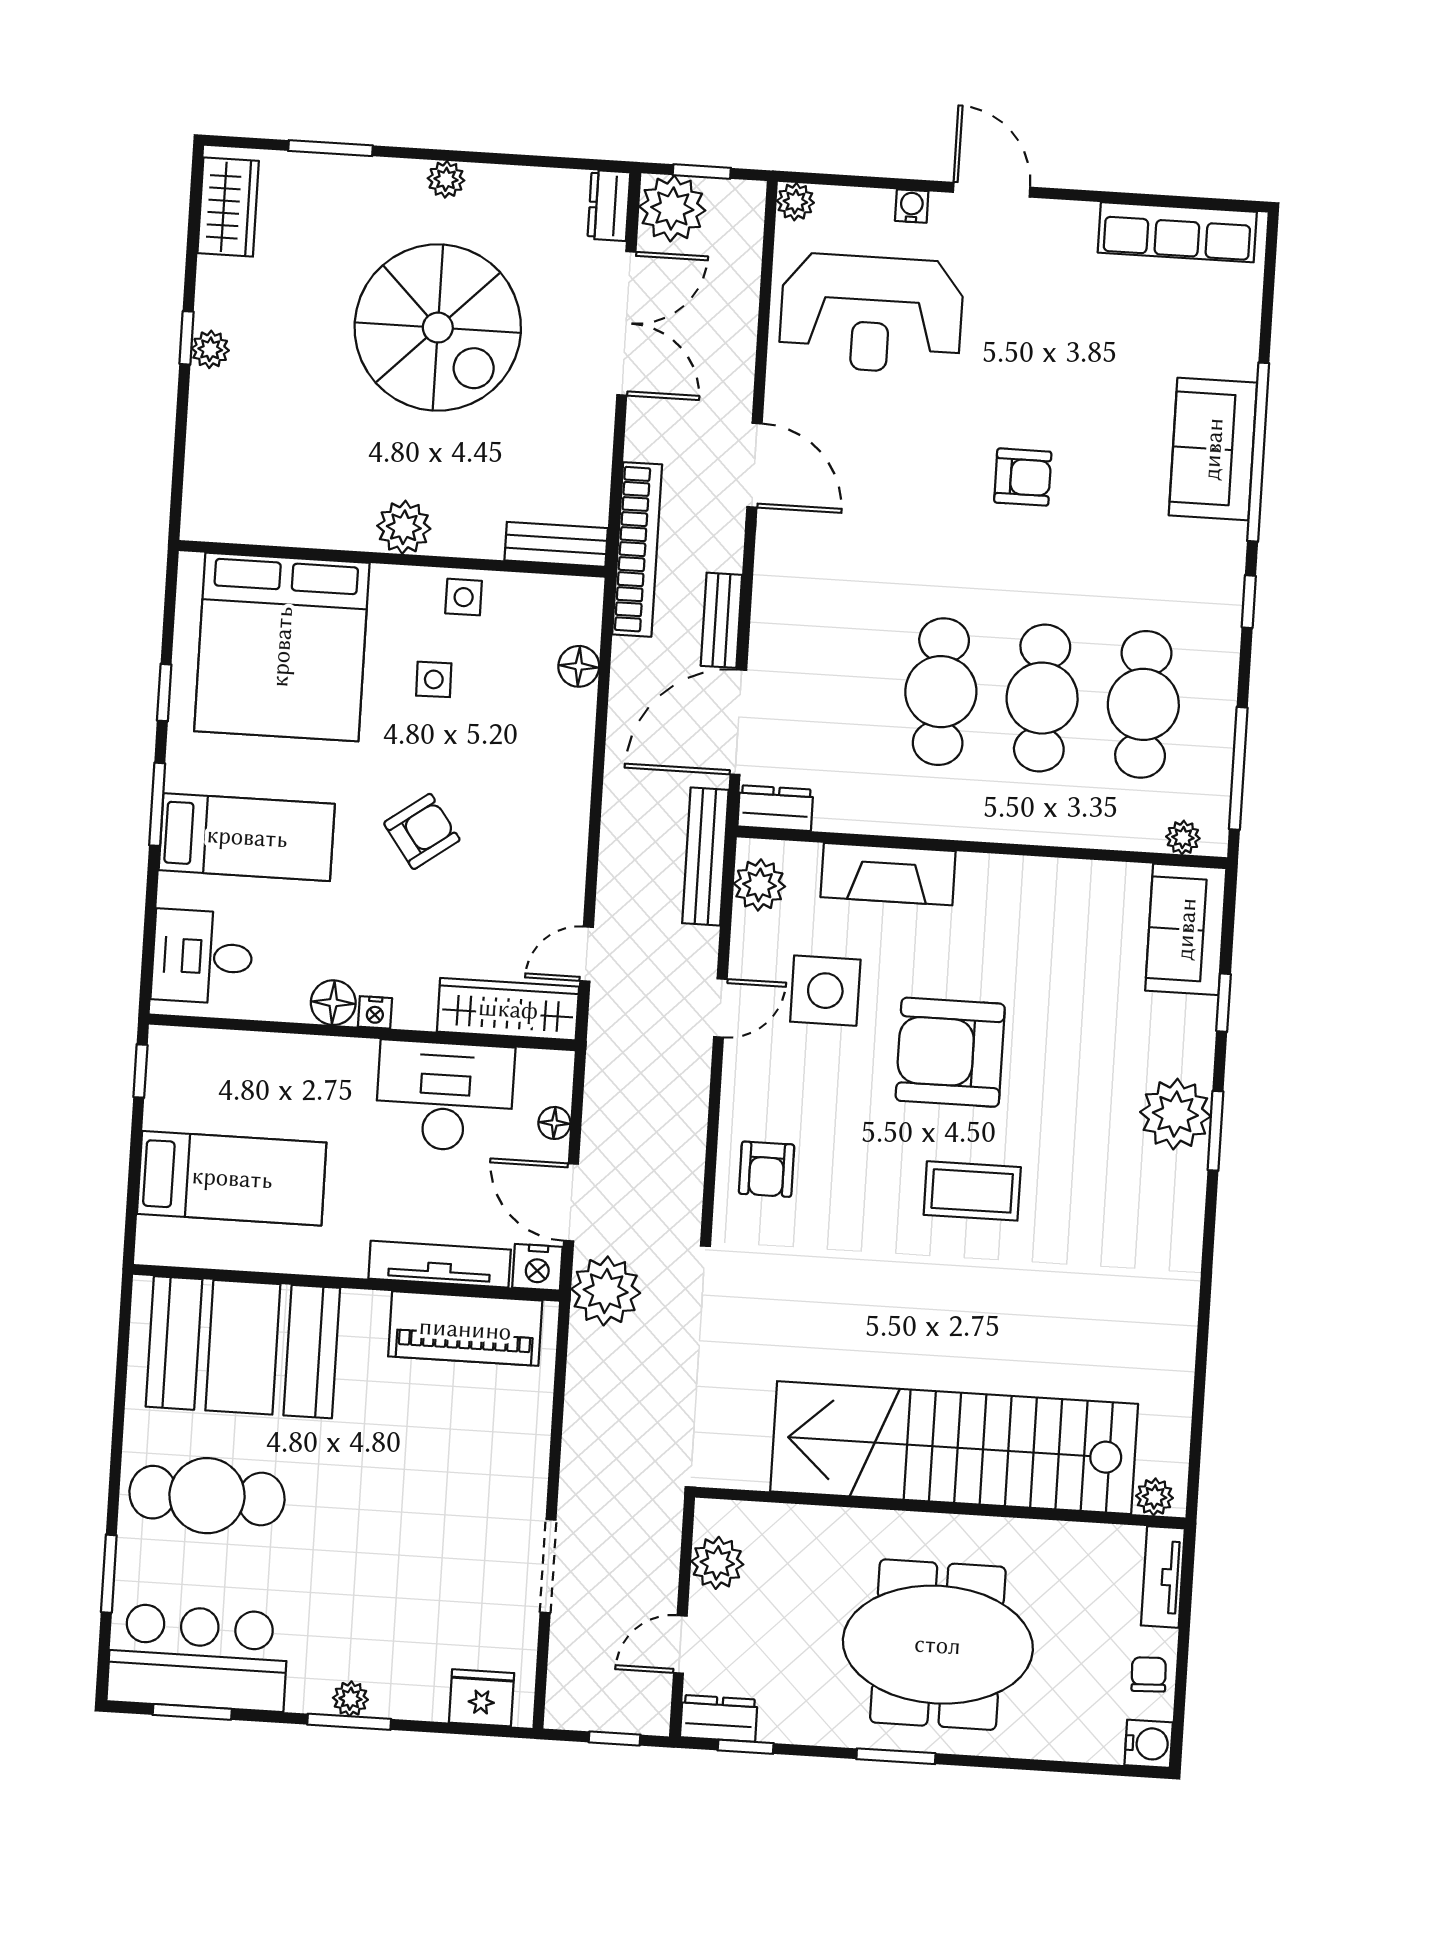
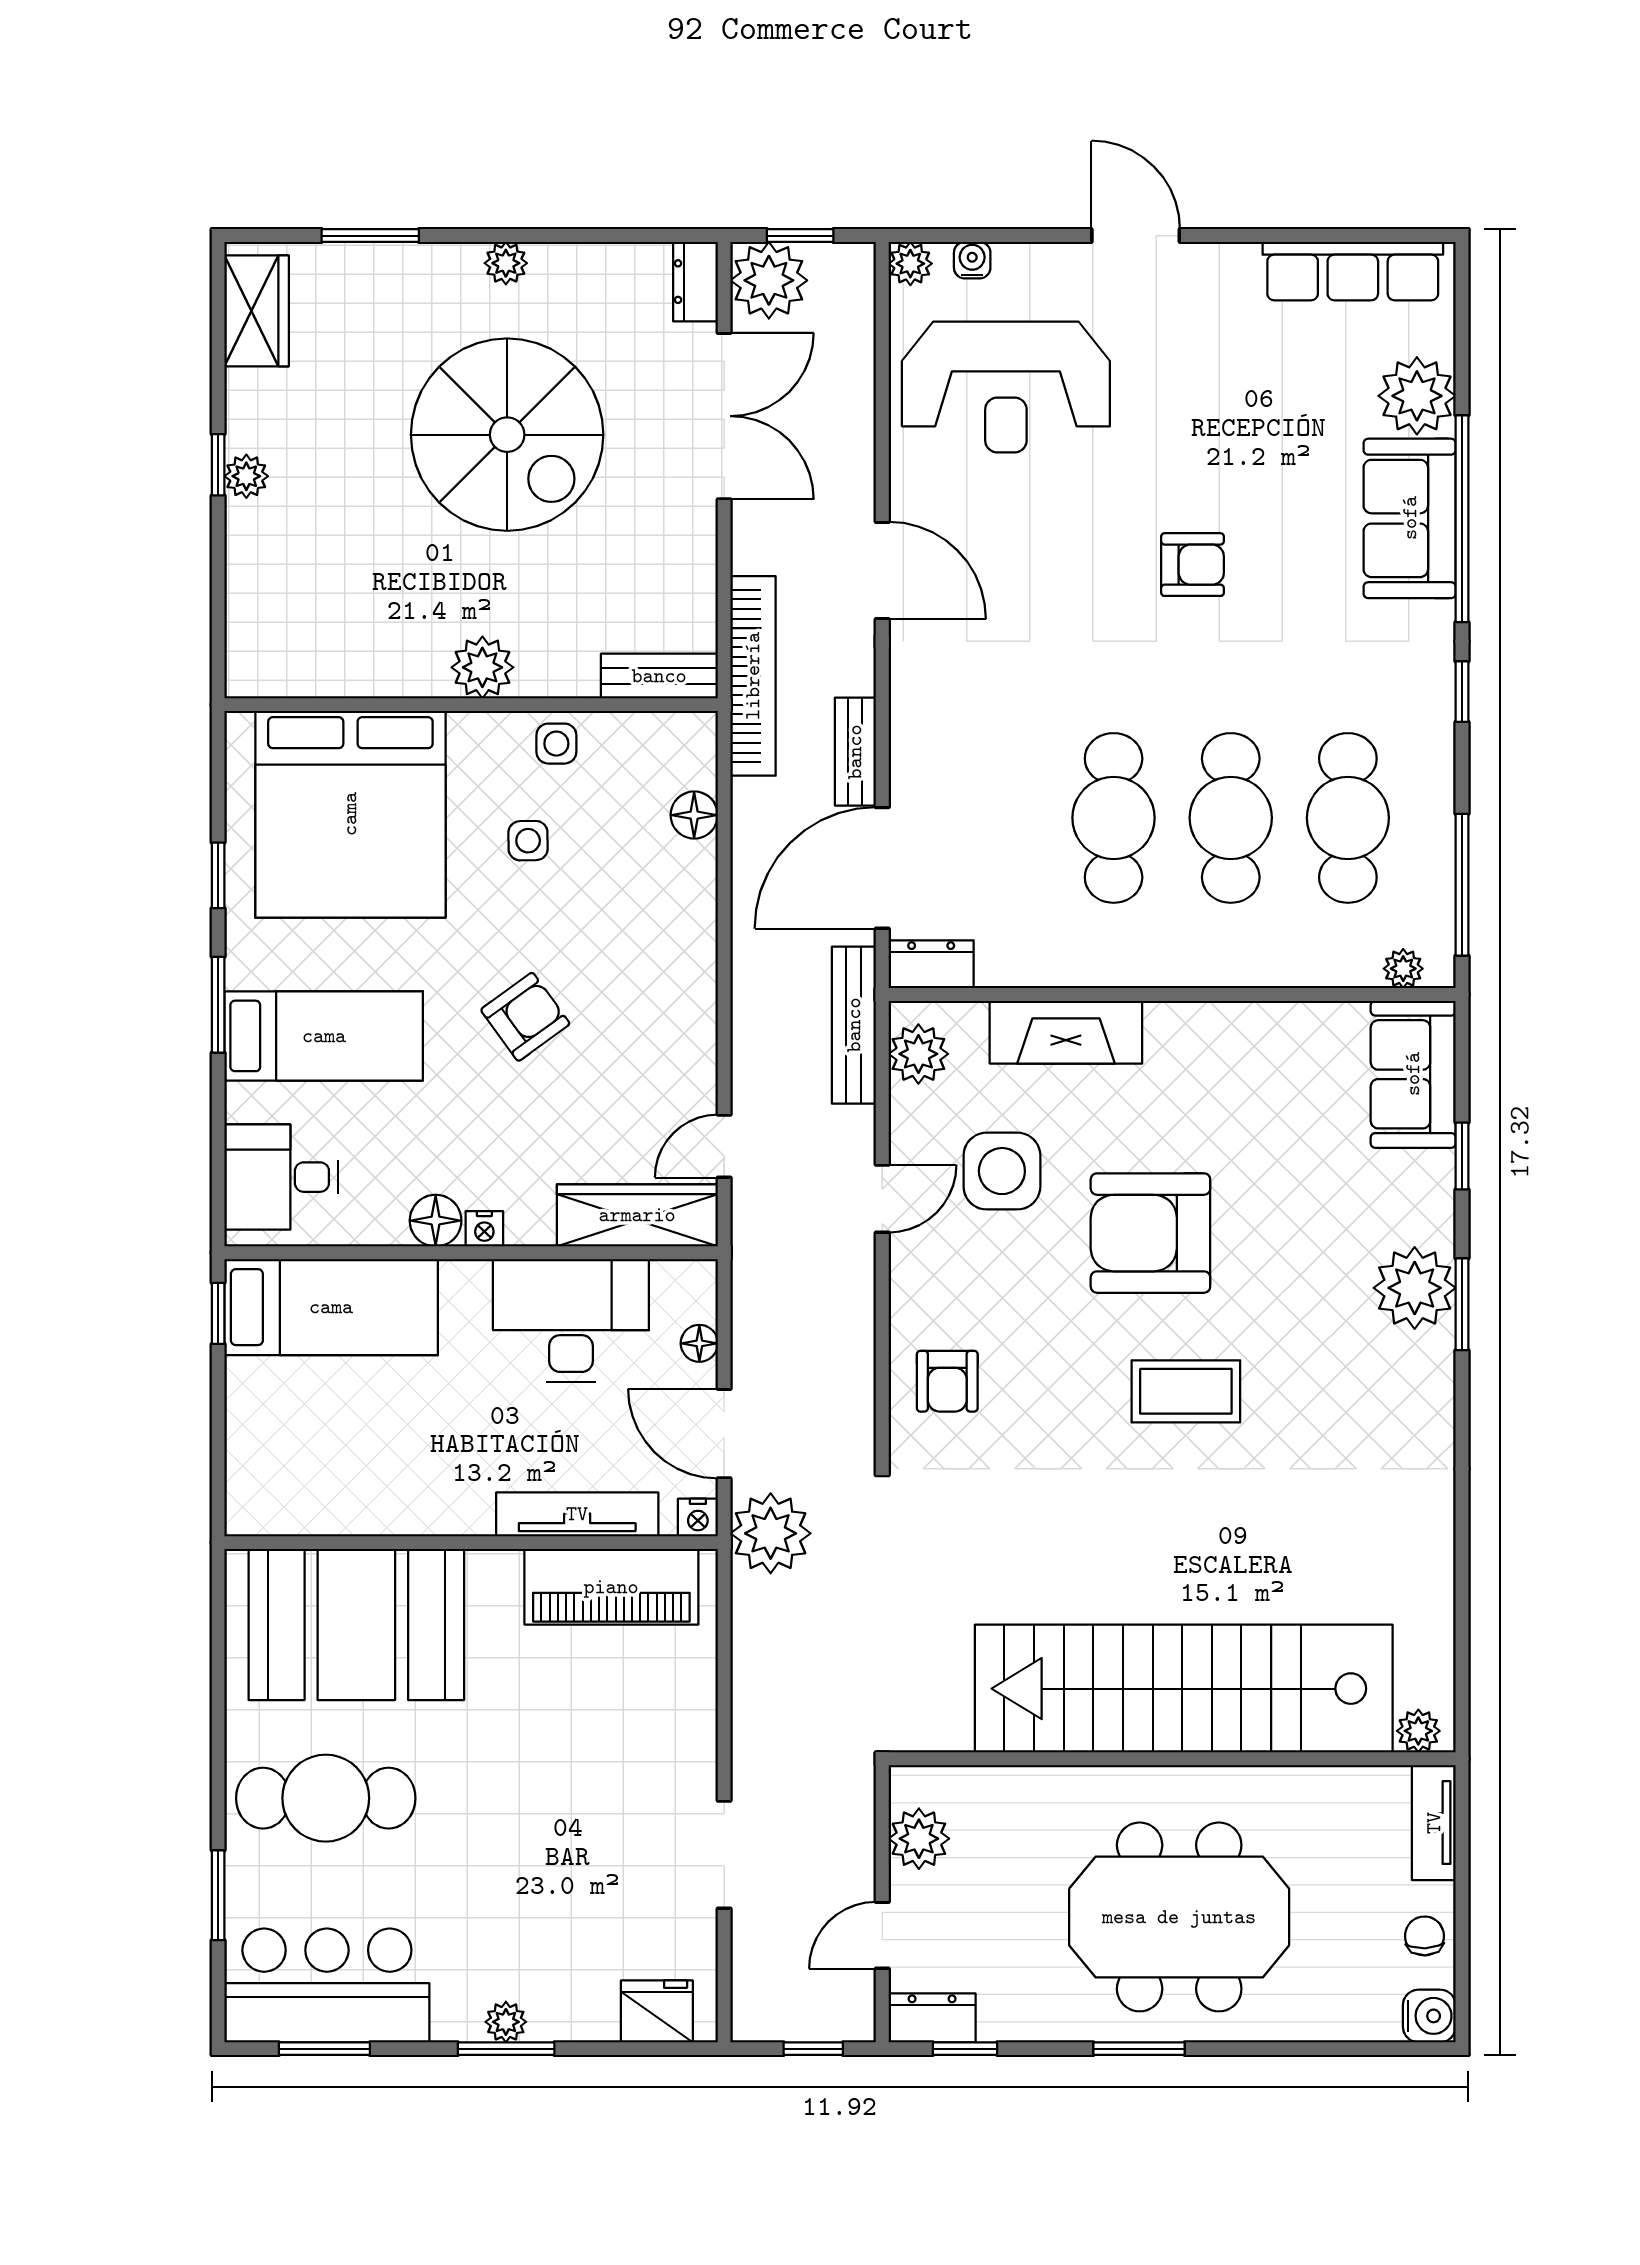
water cooler: (912, 206) -> (972, 260), moved
plant: (1226, 343) -> (1417, 396), added
bed: (232, 1178) -> (331, 1307), moved
nightstand: (537, 1267) -> (698, 1518), width x0.72, depth x0.74

